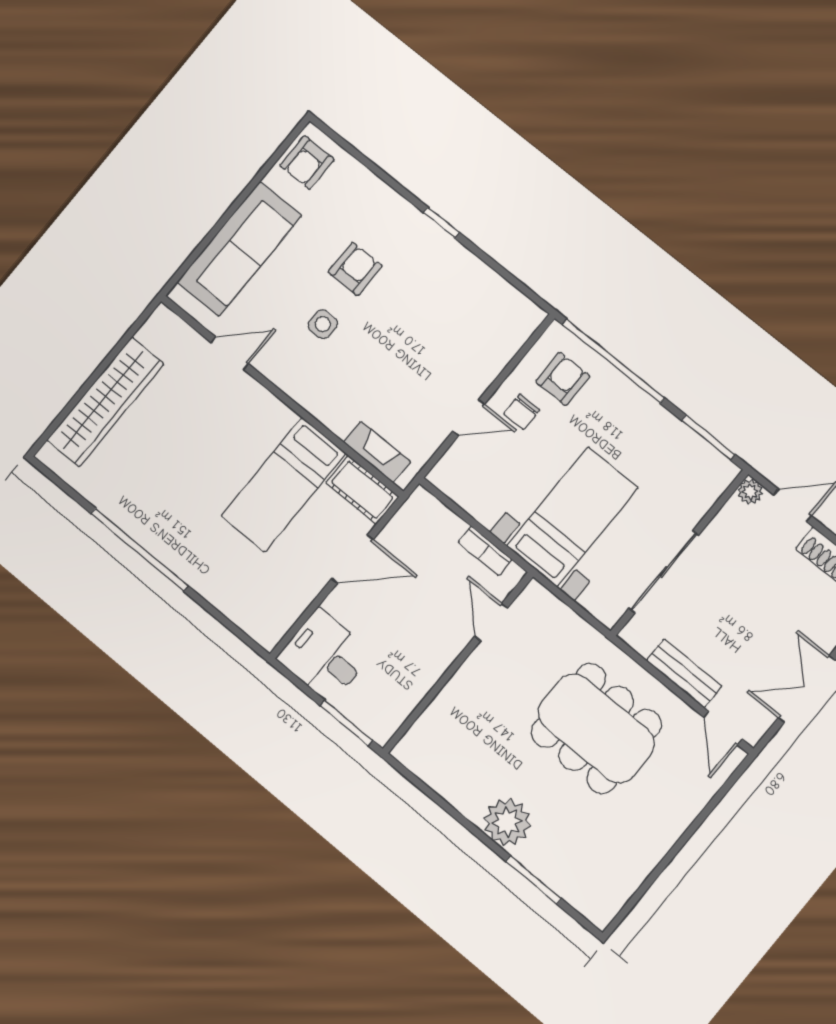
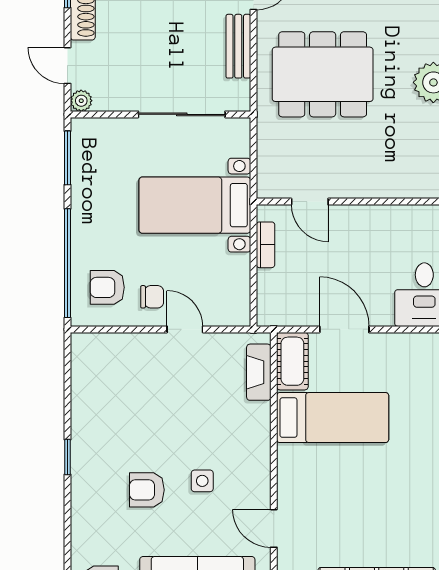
door: (491, 622) -> (310, 202), hinge flipped
dining table: (596, 728) -> (323, 74), turned 90

